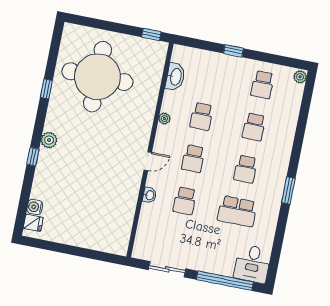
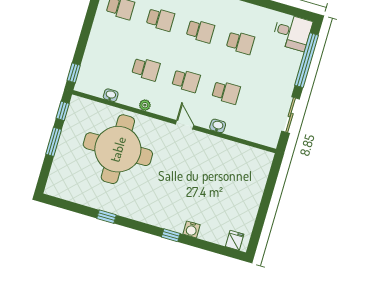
window: (119, 28) -> (54, 142), added
window: (233, 51) -> (74, 73), moved
round table: (97, 77) -> (118, 149), moved
washbasin: (175, 77) -> (111, 95), width x0.52, depth x0.69
plant: (49, 140) -> (156, 218), removed
water cooler: (35, 207) -> (192, 229), moved
school desk: (237, 211) -> (240, 43), width x0.54

